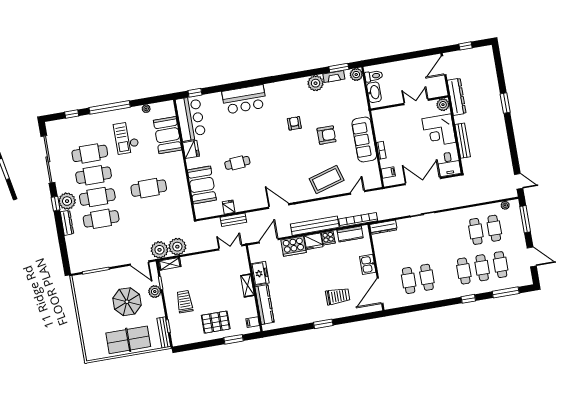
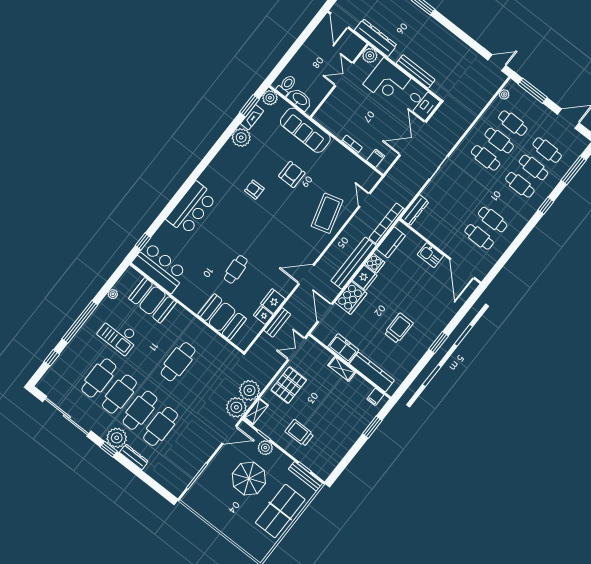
sofa: (364, 140) -> (305, 130), moved
fridge: (191, 149) -> (273, 301), moved, turned -90
cafe table: (457, 235) -> (486, 158), added
trolley: (338, 296) -> (399, 328), moved
pallet: (216, 322) -> (289, 385), moved

